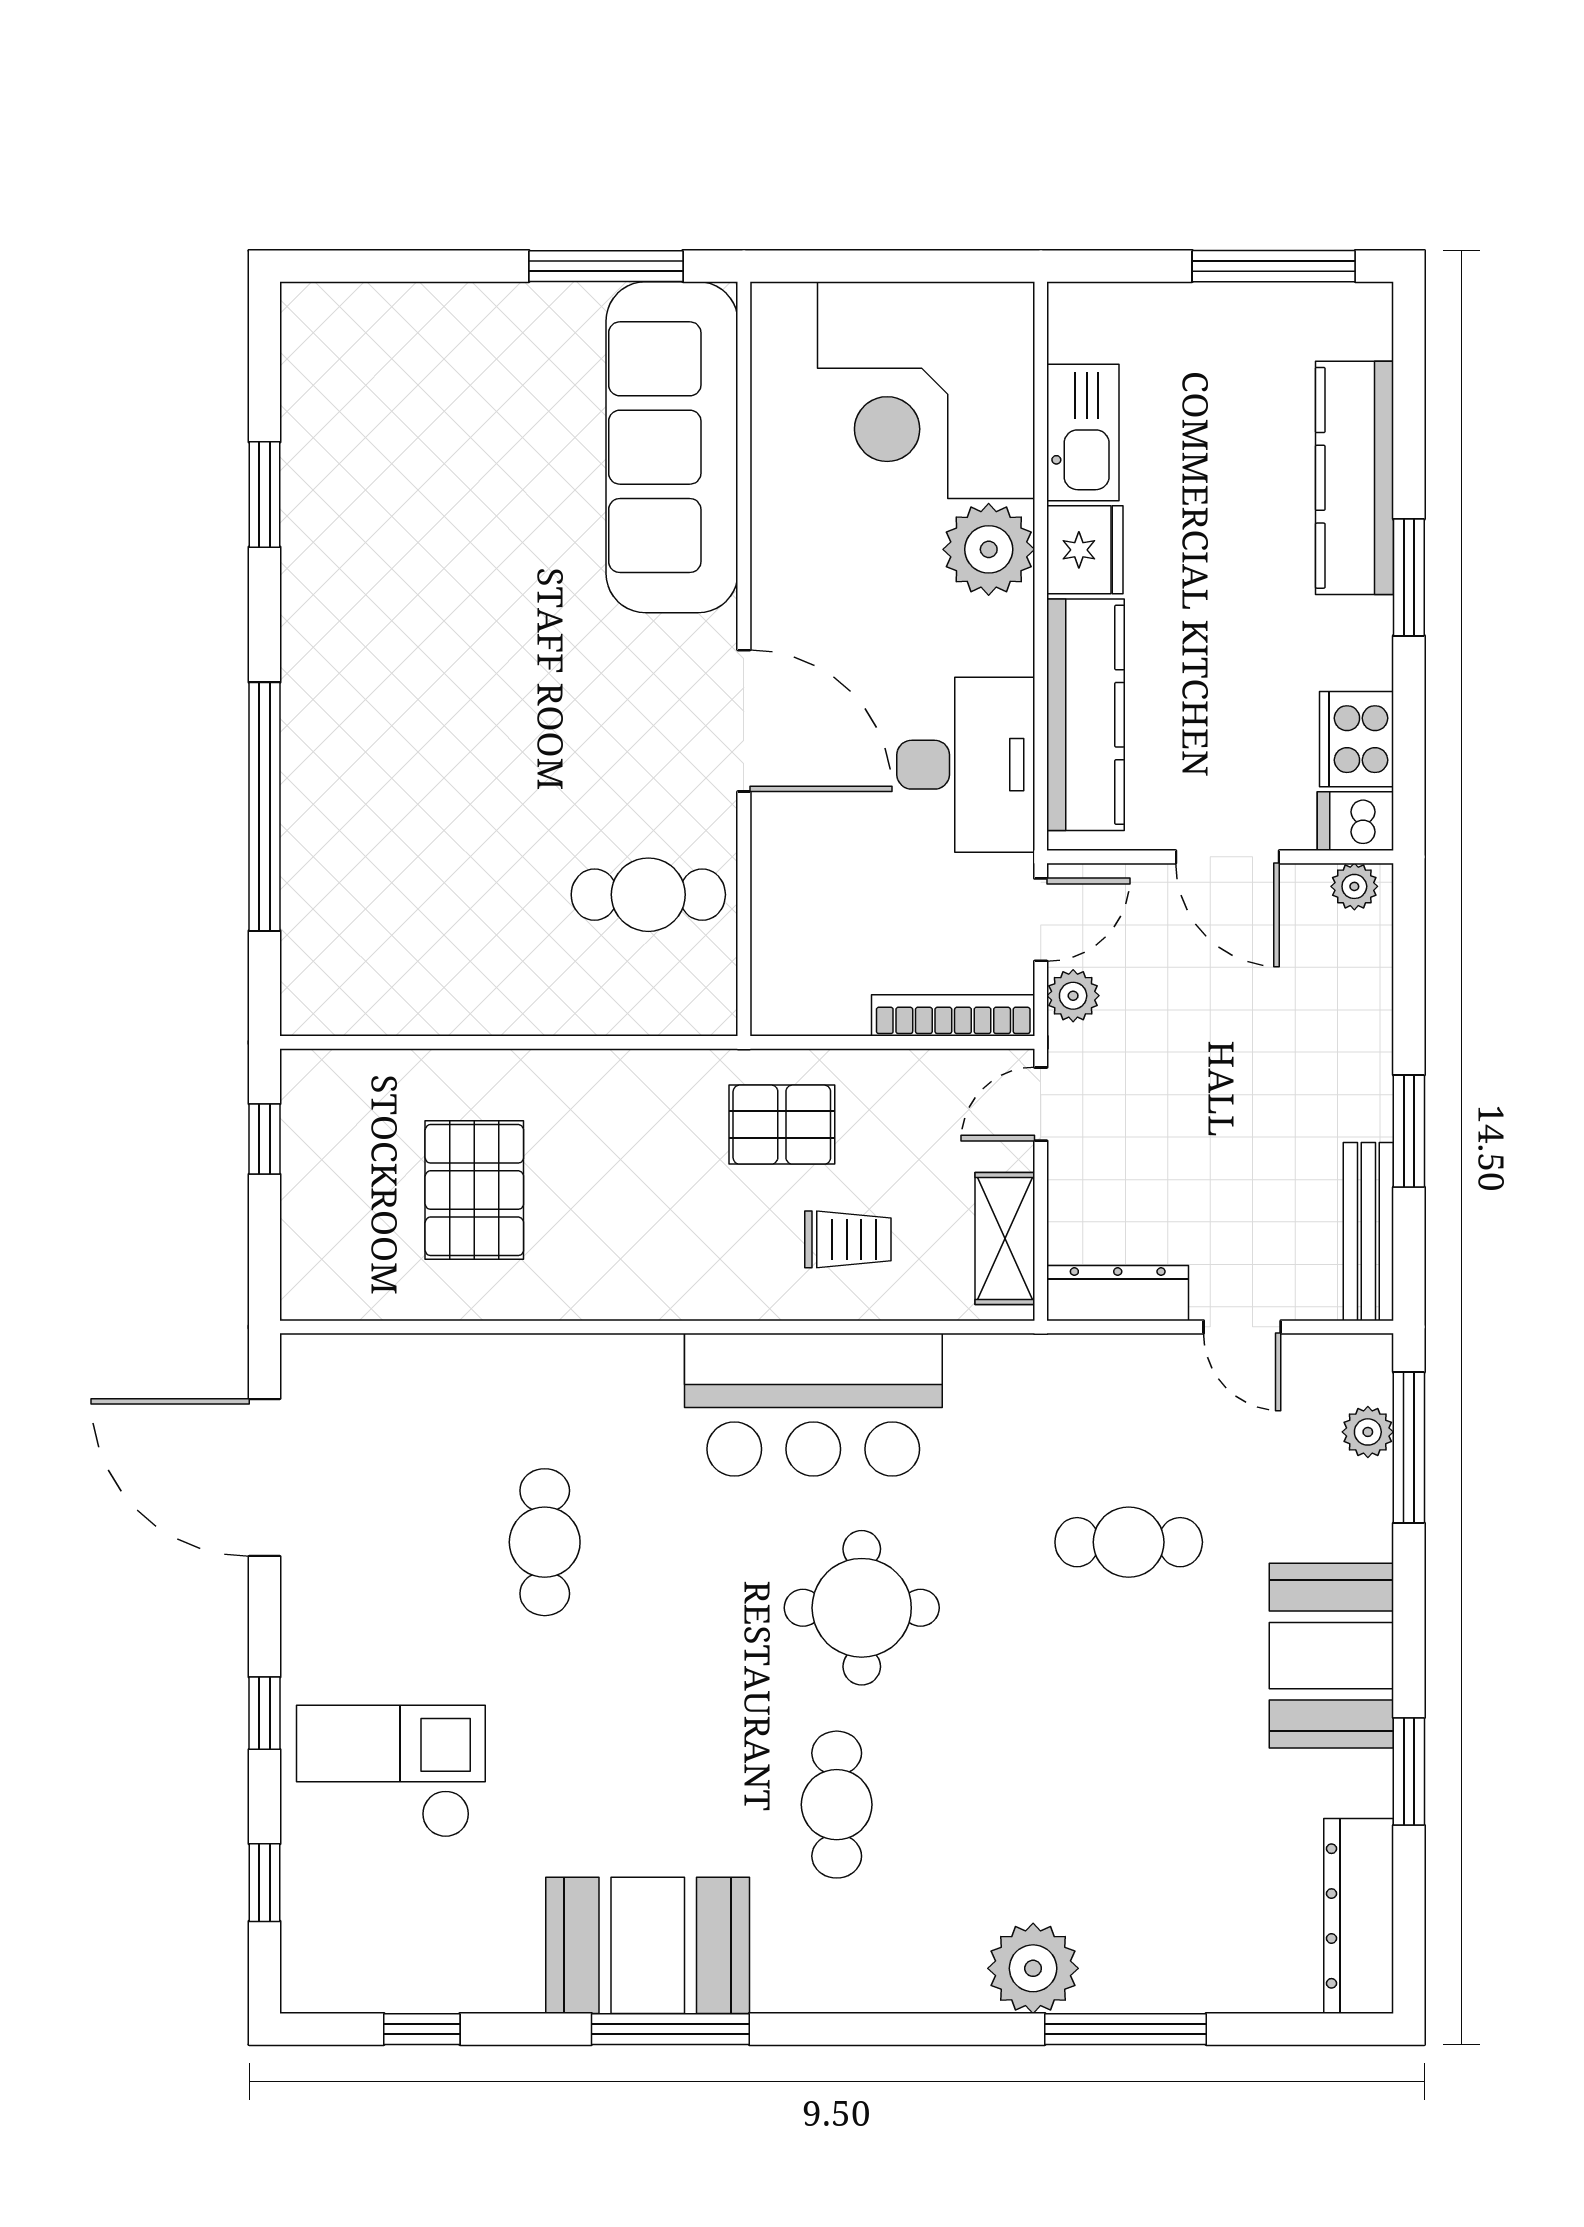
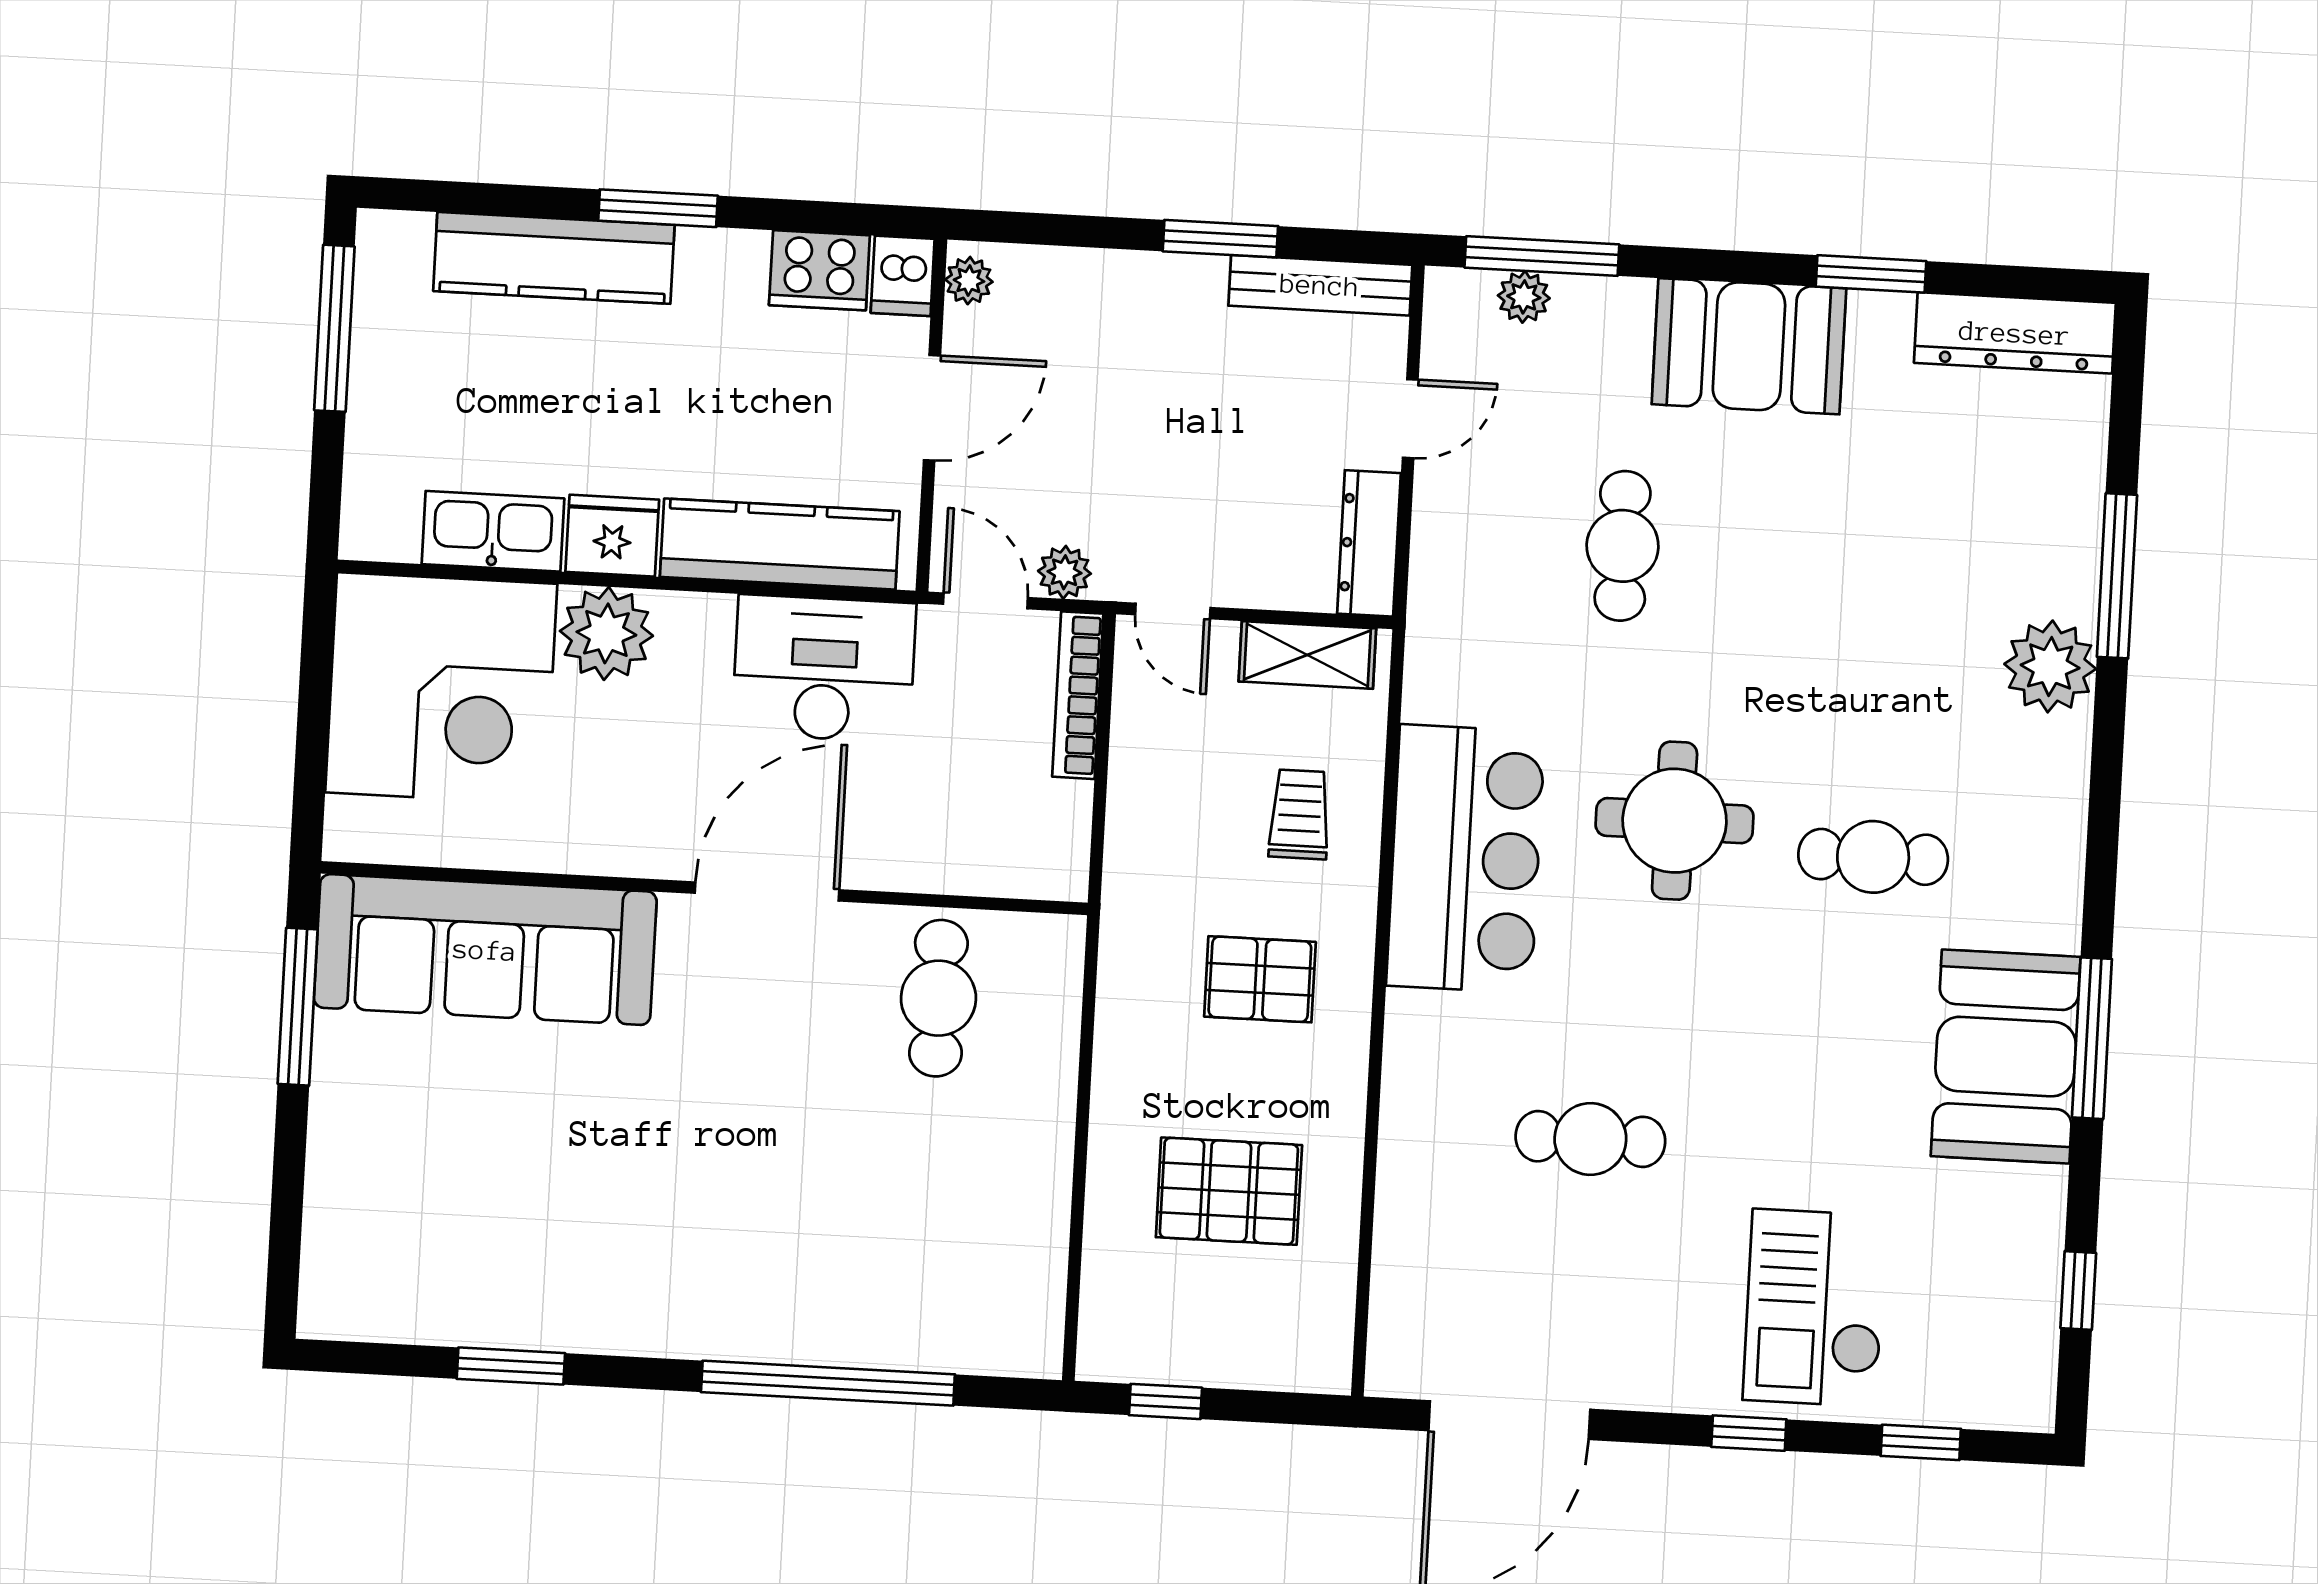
pallet: (782, 1125) -> (1260, 979), moved, turned 90

